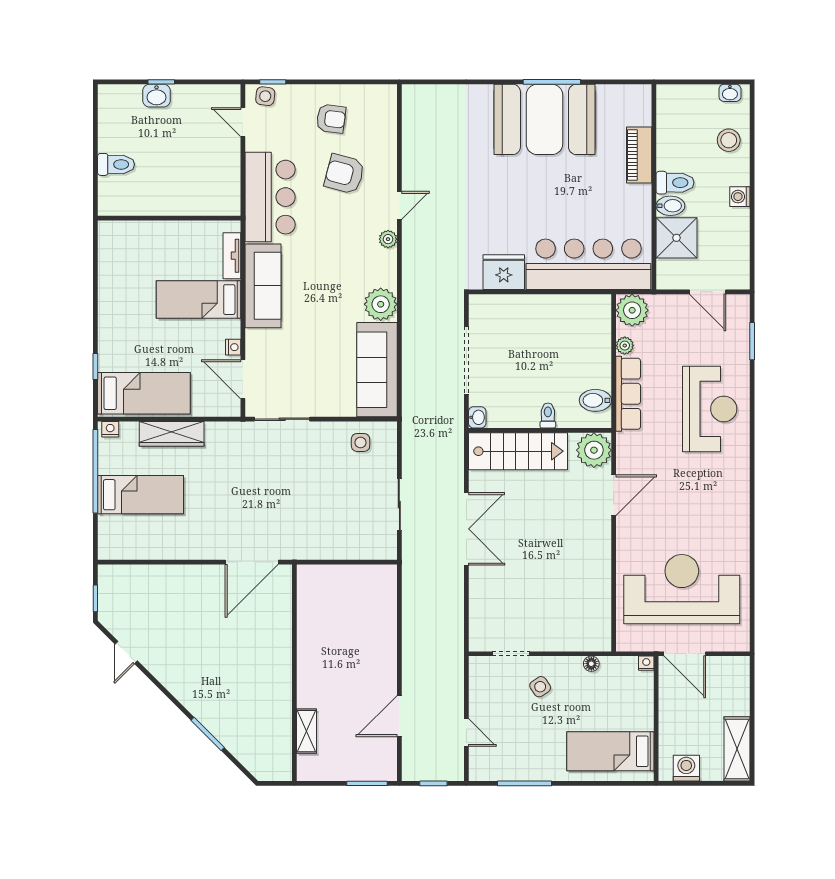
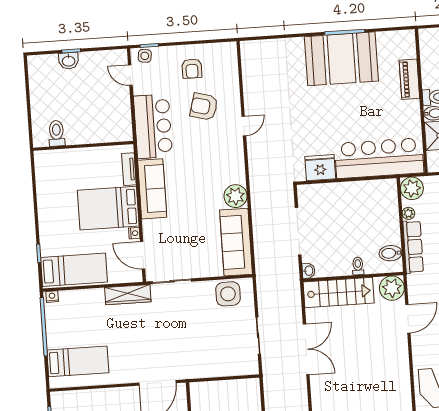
armchair: (331, 119) -> (192, 69), turned 83
toilet: (116, 164) -> (57, 133), moved, turned -90
plant: (388, 239) -> (238, 150), removed
bed: (199, 300) -> (108, 208), width x1.50
wardrobe: (172, 434) -> (128, 295), moved
side table: (361, 442) -> (228, 294), width x1.87, depth x1.87
bed: (141, 495) -> (78, 361), moved

